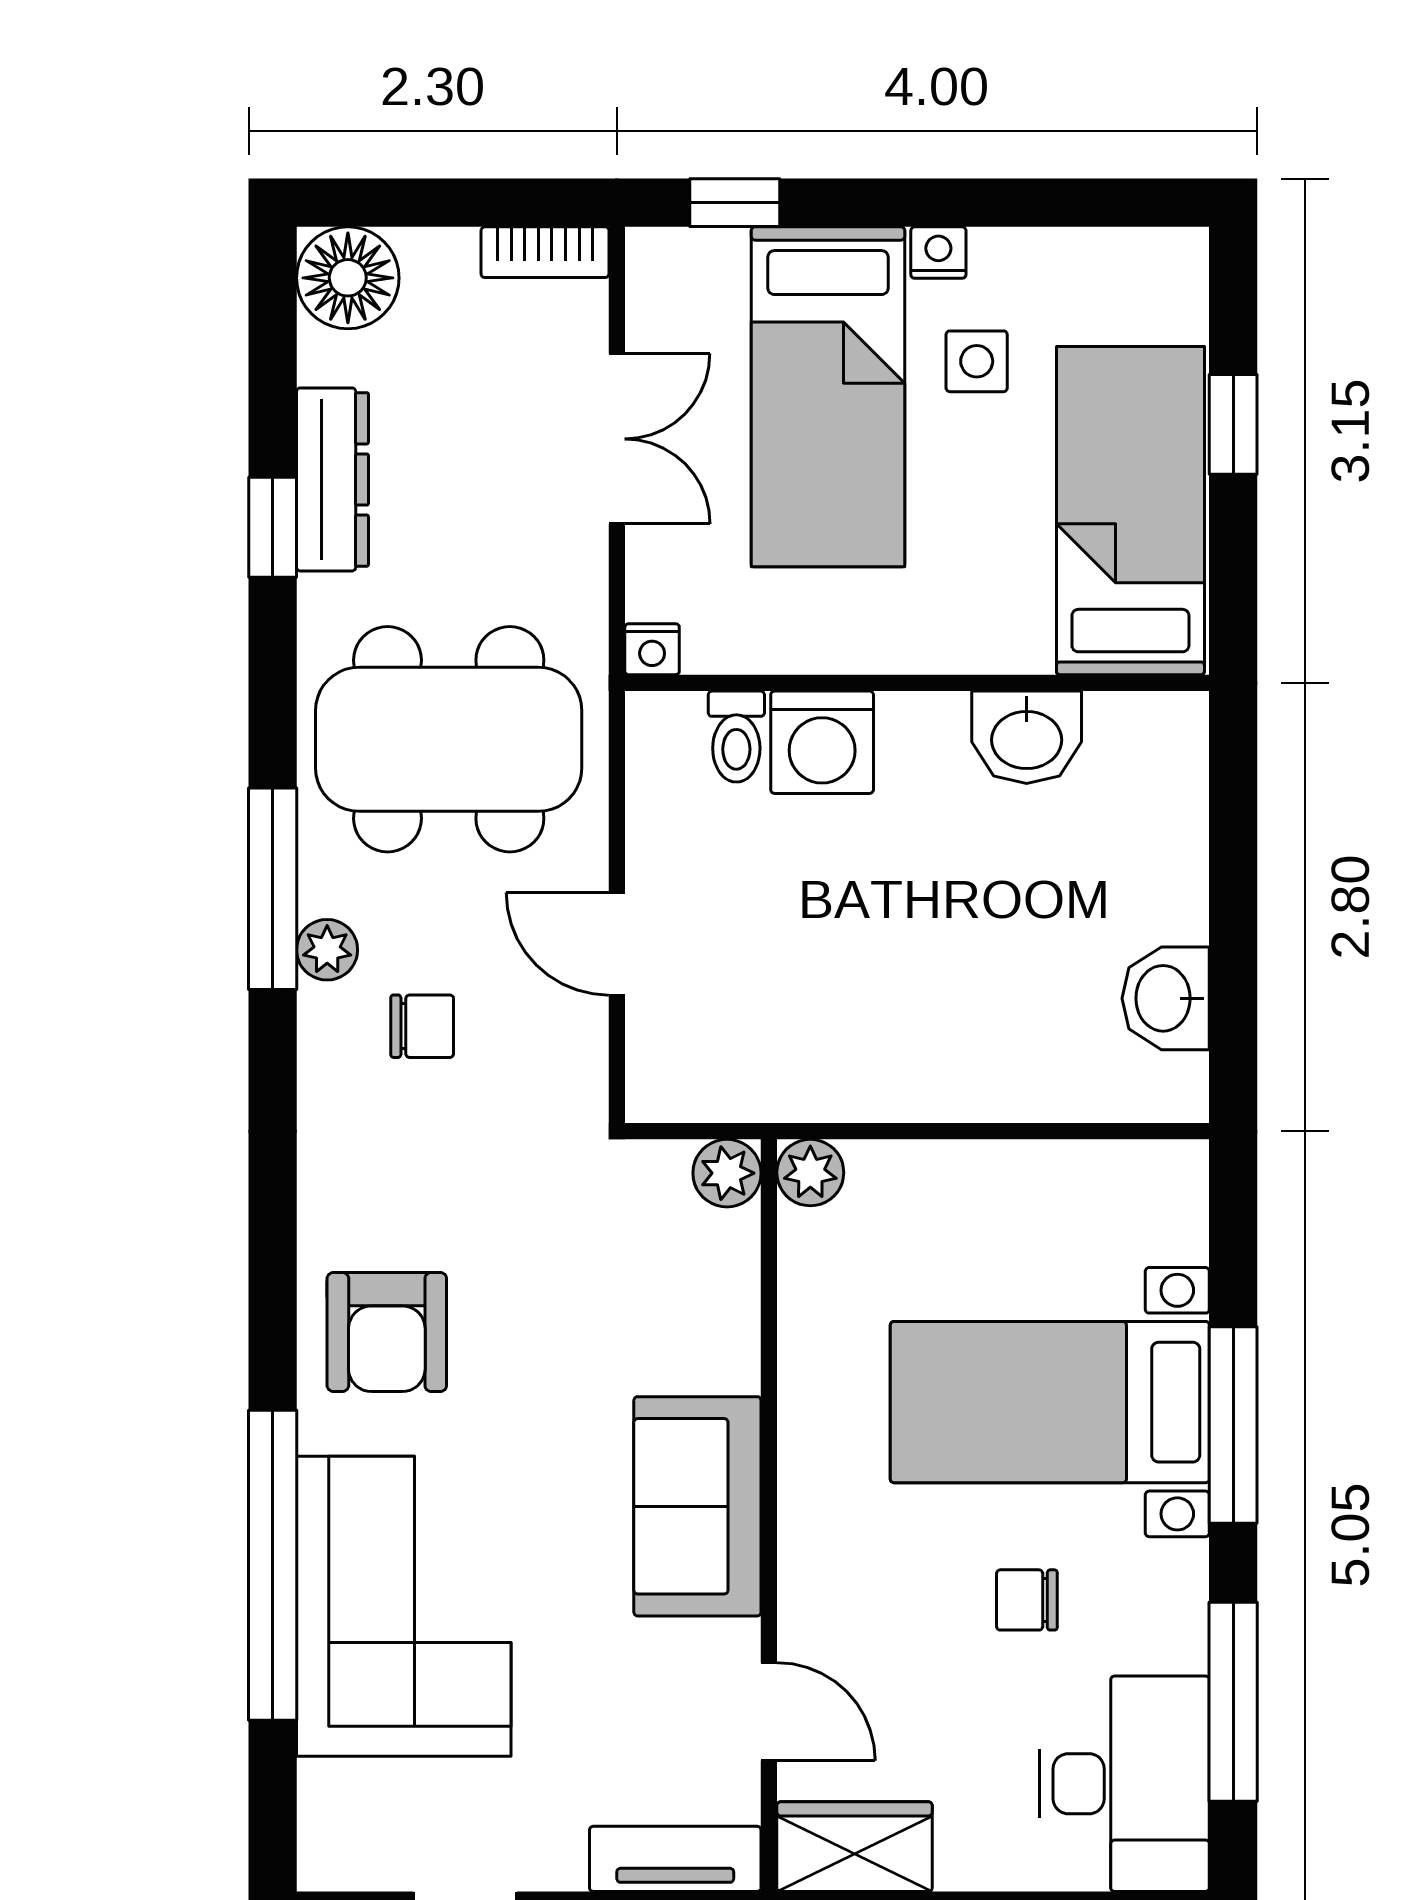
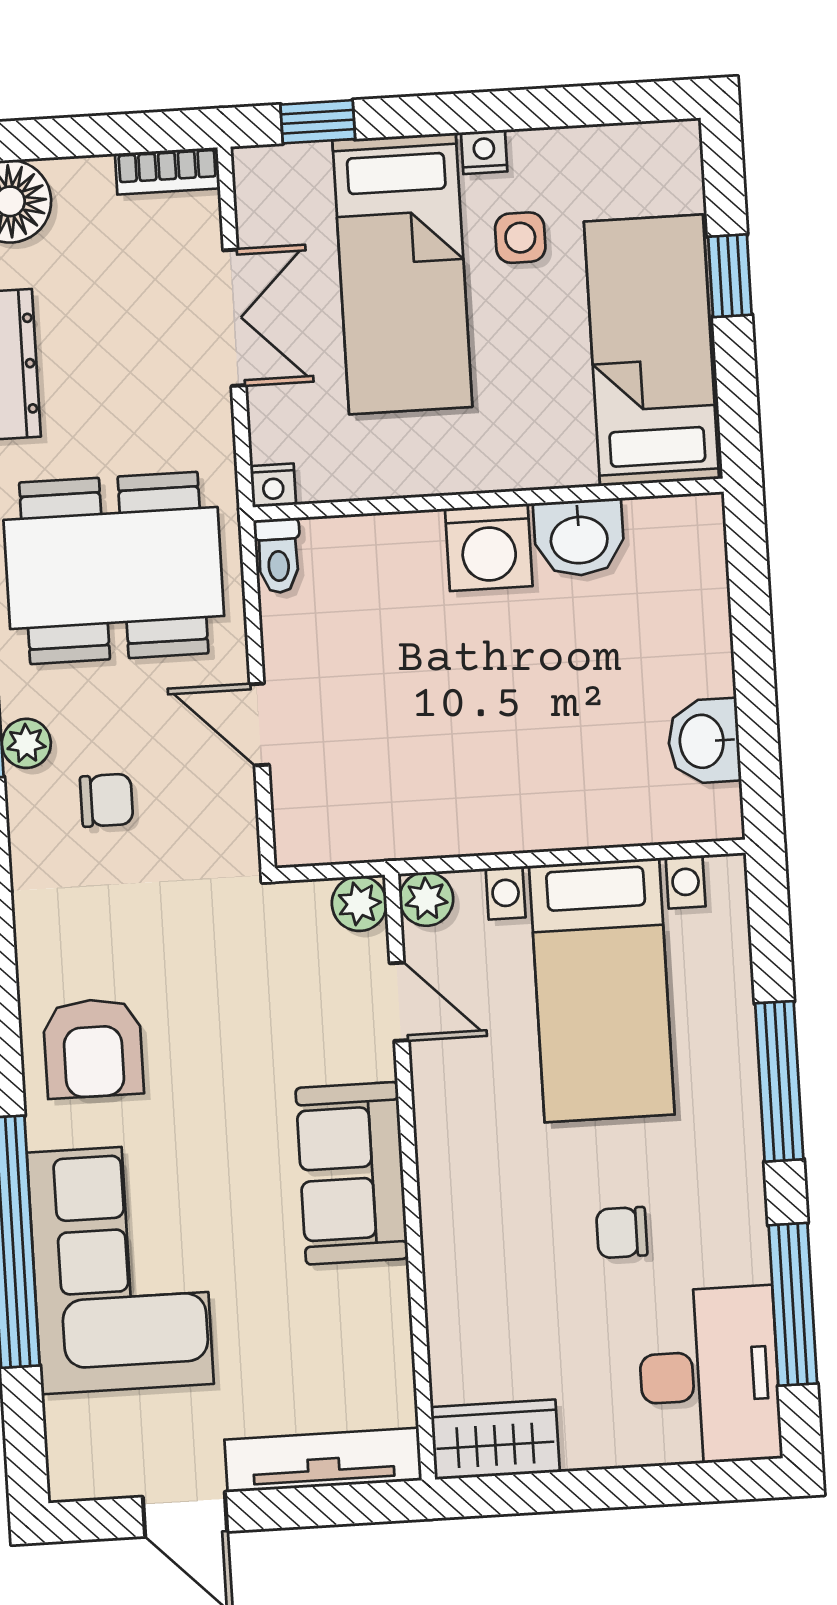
toilet: (736, 737) -> (278, 556), moved
washing machine: (822, 742) -> (489, 547), moved
bed with nightstands: (1050, 1402) -> (602, 990), moved, turned -90
door: (769, 1712) -> (399, 1002), moved
tv unit: (675, 1859) -> (323, 1460), width x1.41

